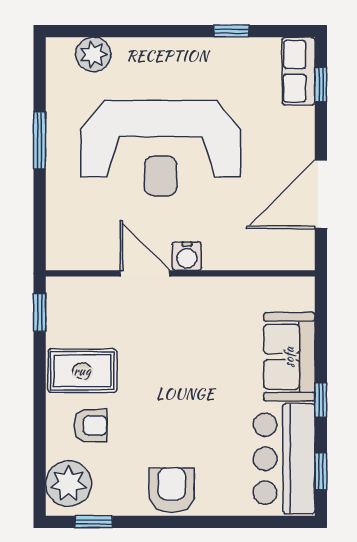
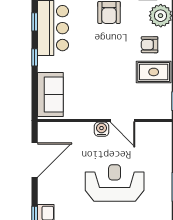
reception desk: (161, 148) -> (115, 183), width x0.74, depth x0.77
sofa: (289, 357) -> (50, 94), moved

